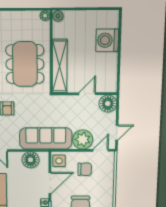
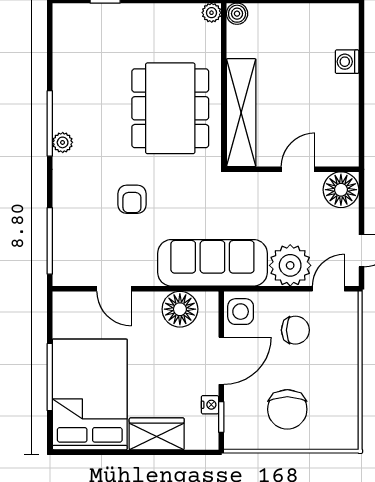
washing machine: (107, 40) -> (347, 62), width x0.53, depth x0.53

